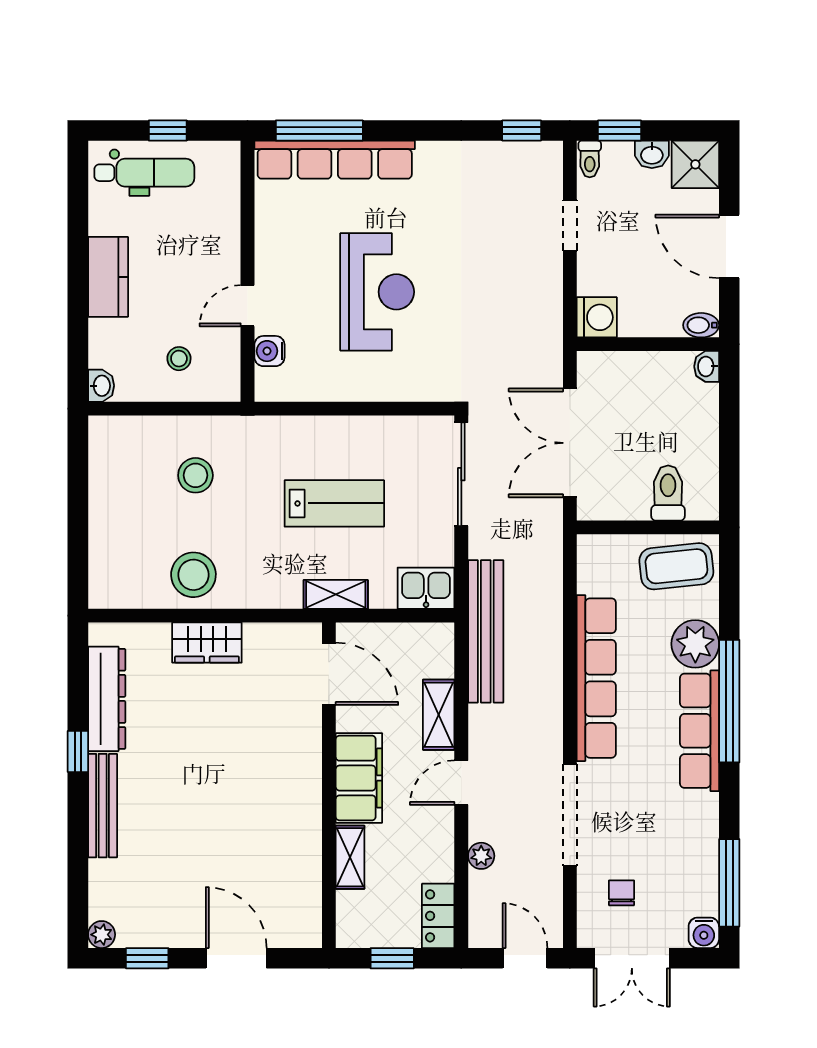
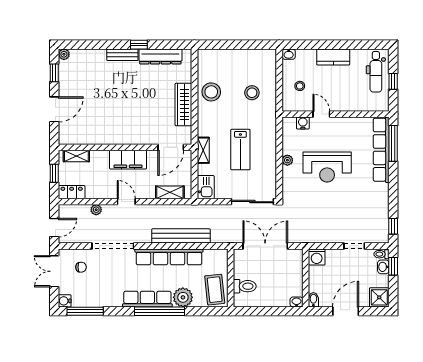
washbasin: (652, 154) -> (383, 267), moved
plant: (360, 389) -> (287, 160), added
bench: (486, 631) -> (181, 236), moved
wardrobe: (207, 643) -> (183, 105), width x1.50
shelving: (439, 715) -> (170, 192), moved
bench: (103, 806) -> (122, 55), width x0.73
shelving: (350, 857) -> (76, 156), moved

